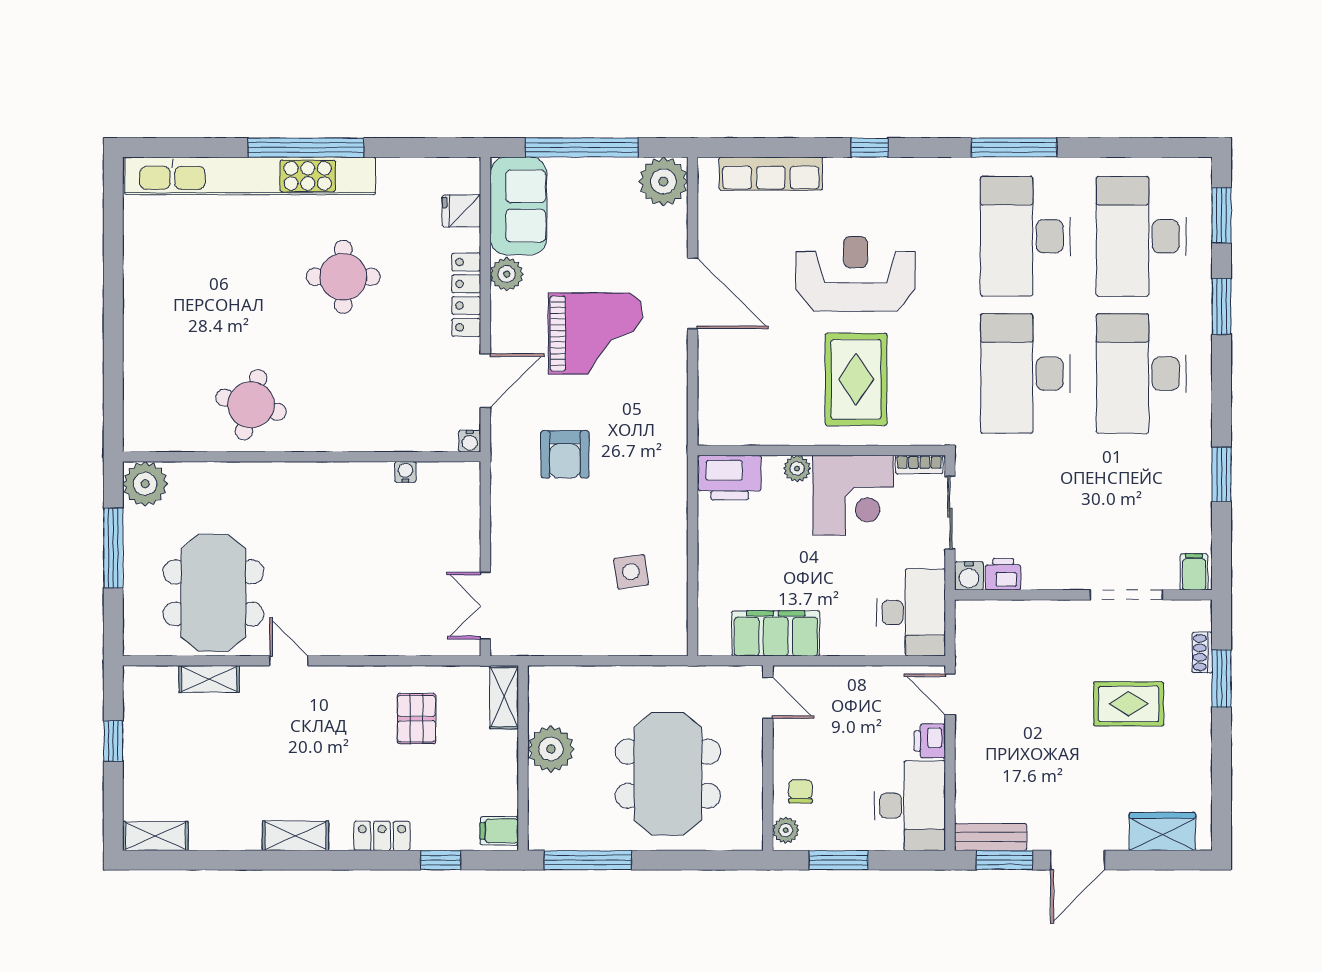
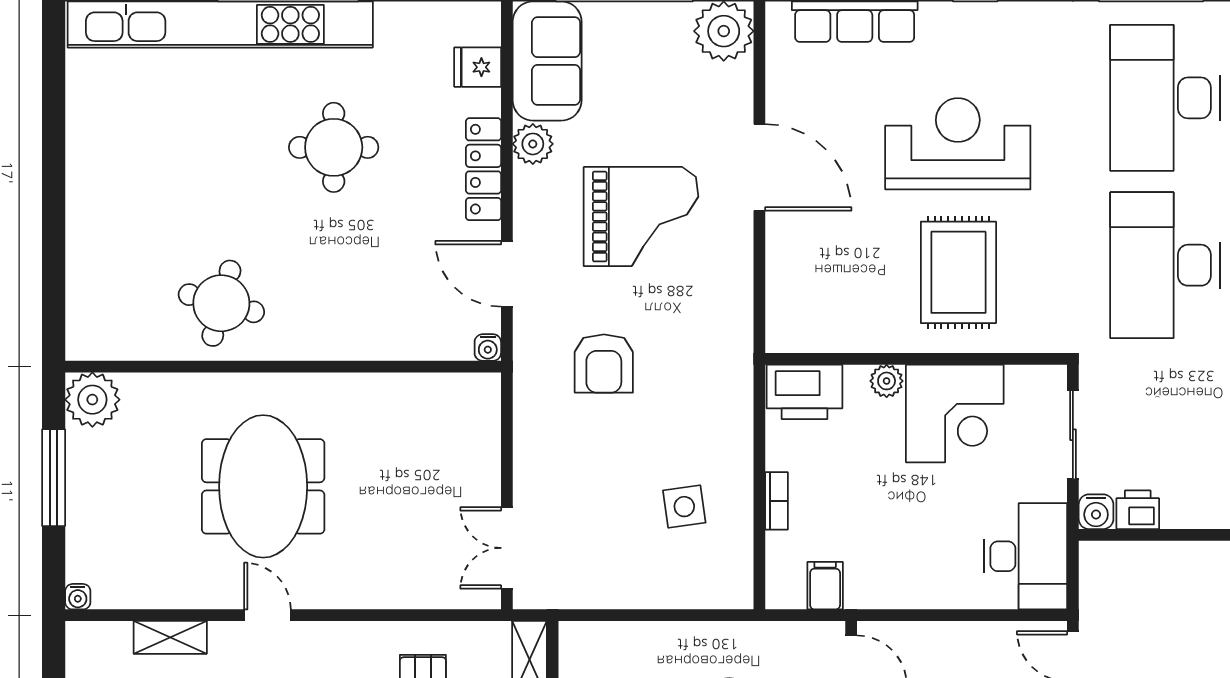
door: (485, 381) -> (507, 274), swing flipped
bookcase: (919, 465) -> (776, 501), moved, turned -90
water cooler: (405, 472) -> (78, 597), moved, turned 180
meeting table: (213, 593) -> (263, 486), moved
filing cabinet: (776, 633) -> (825, 586), width x0.33, depth x0.86

